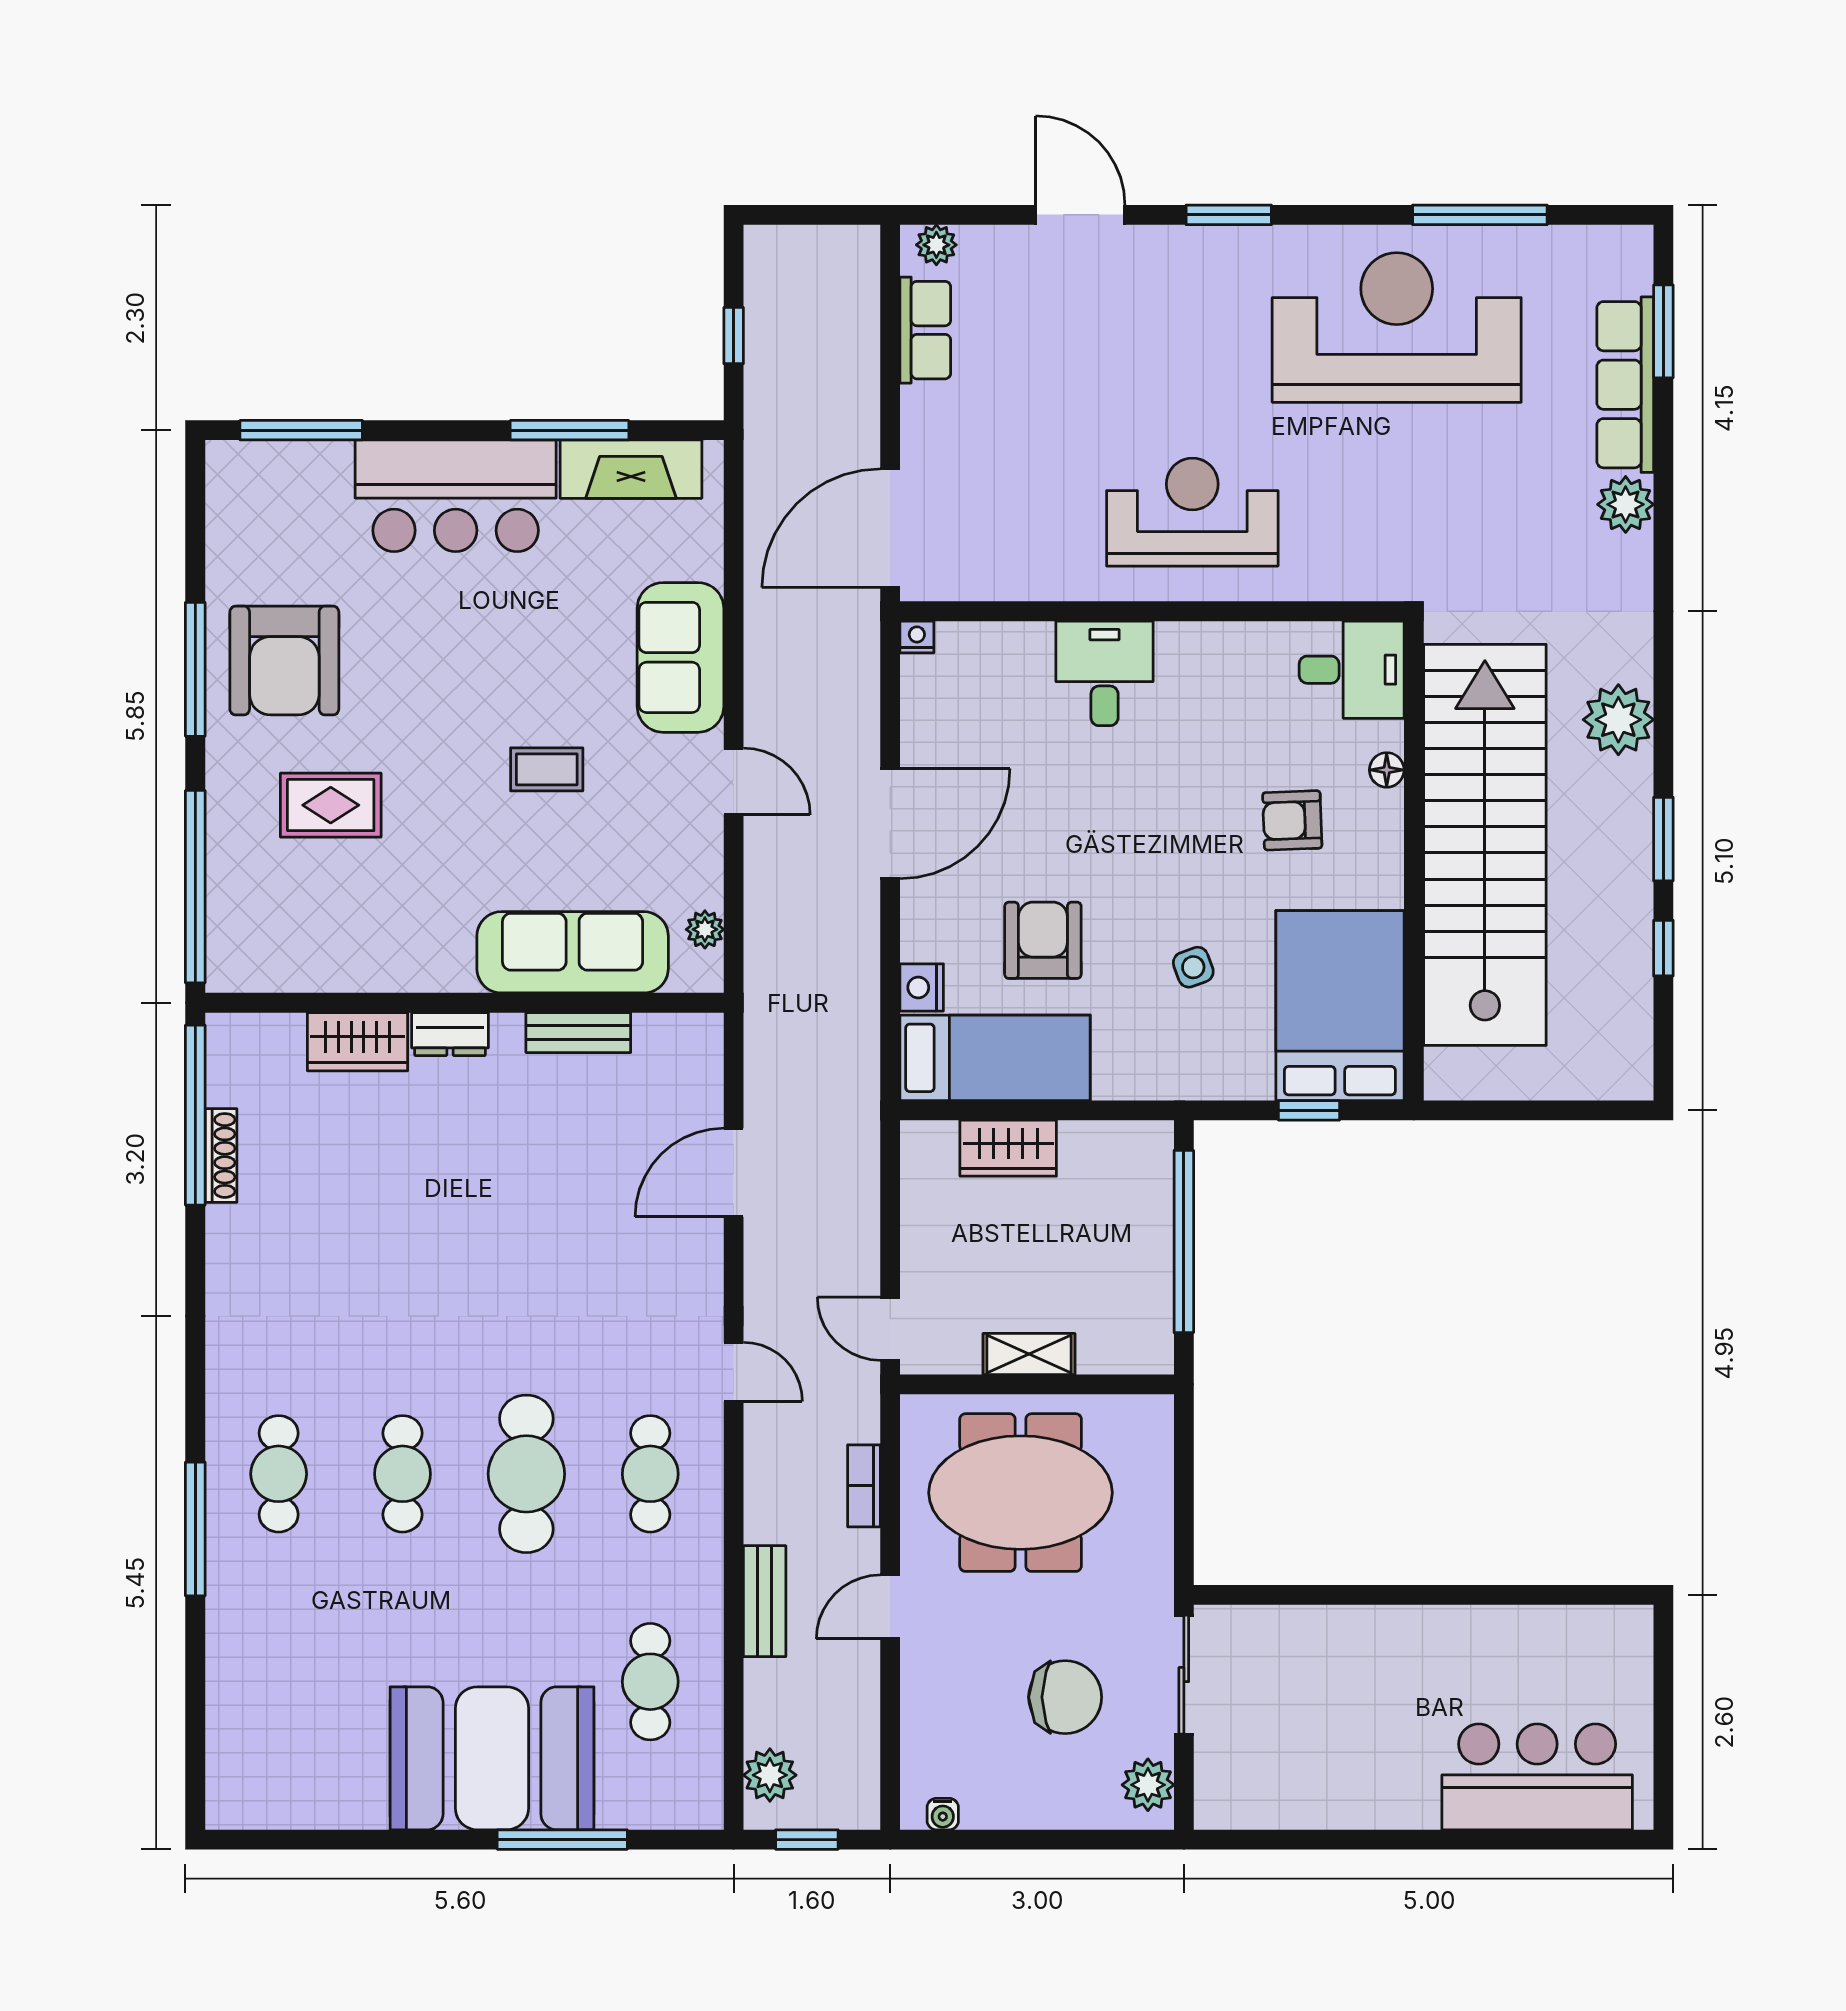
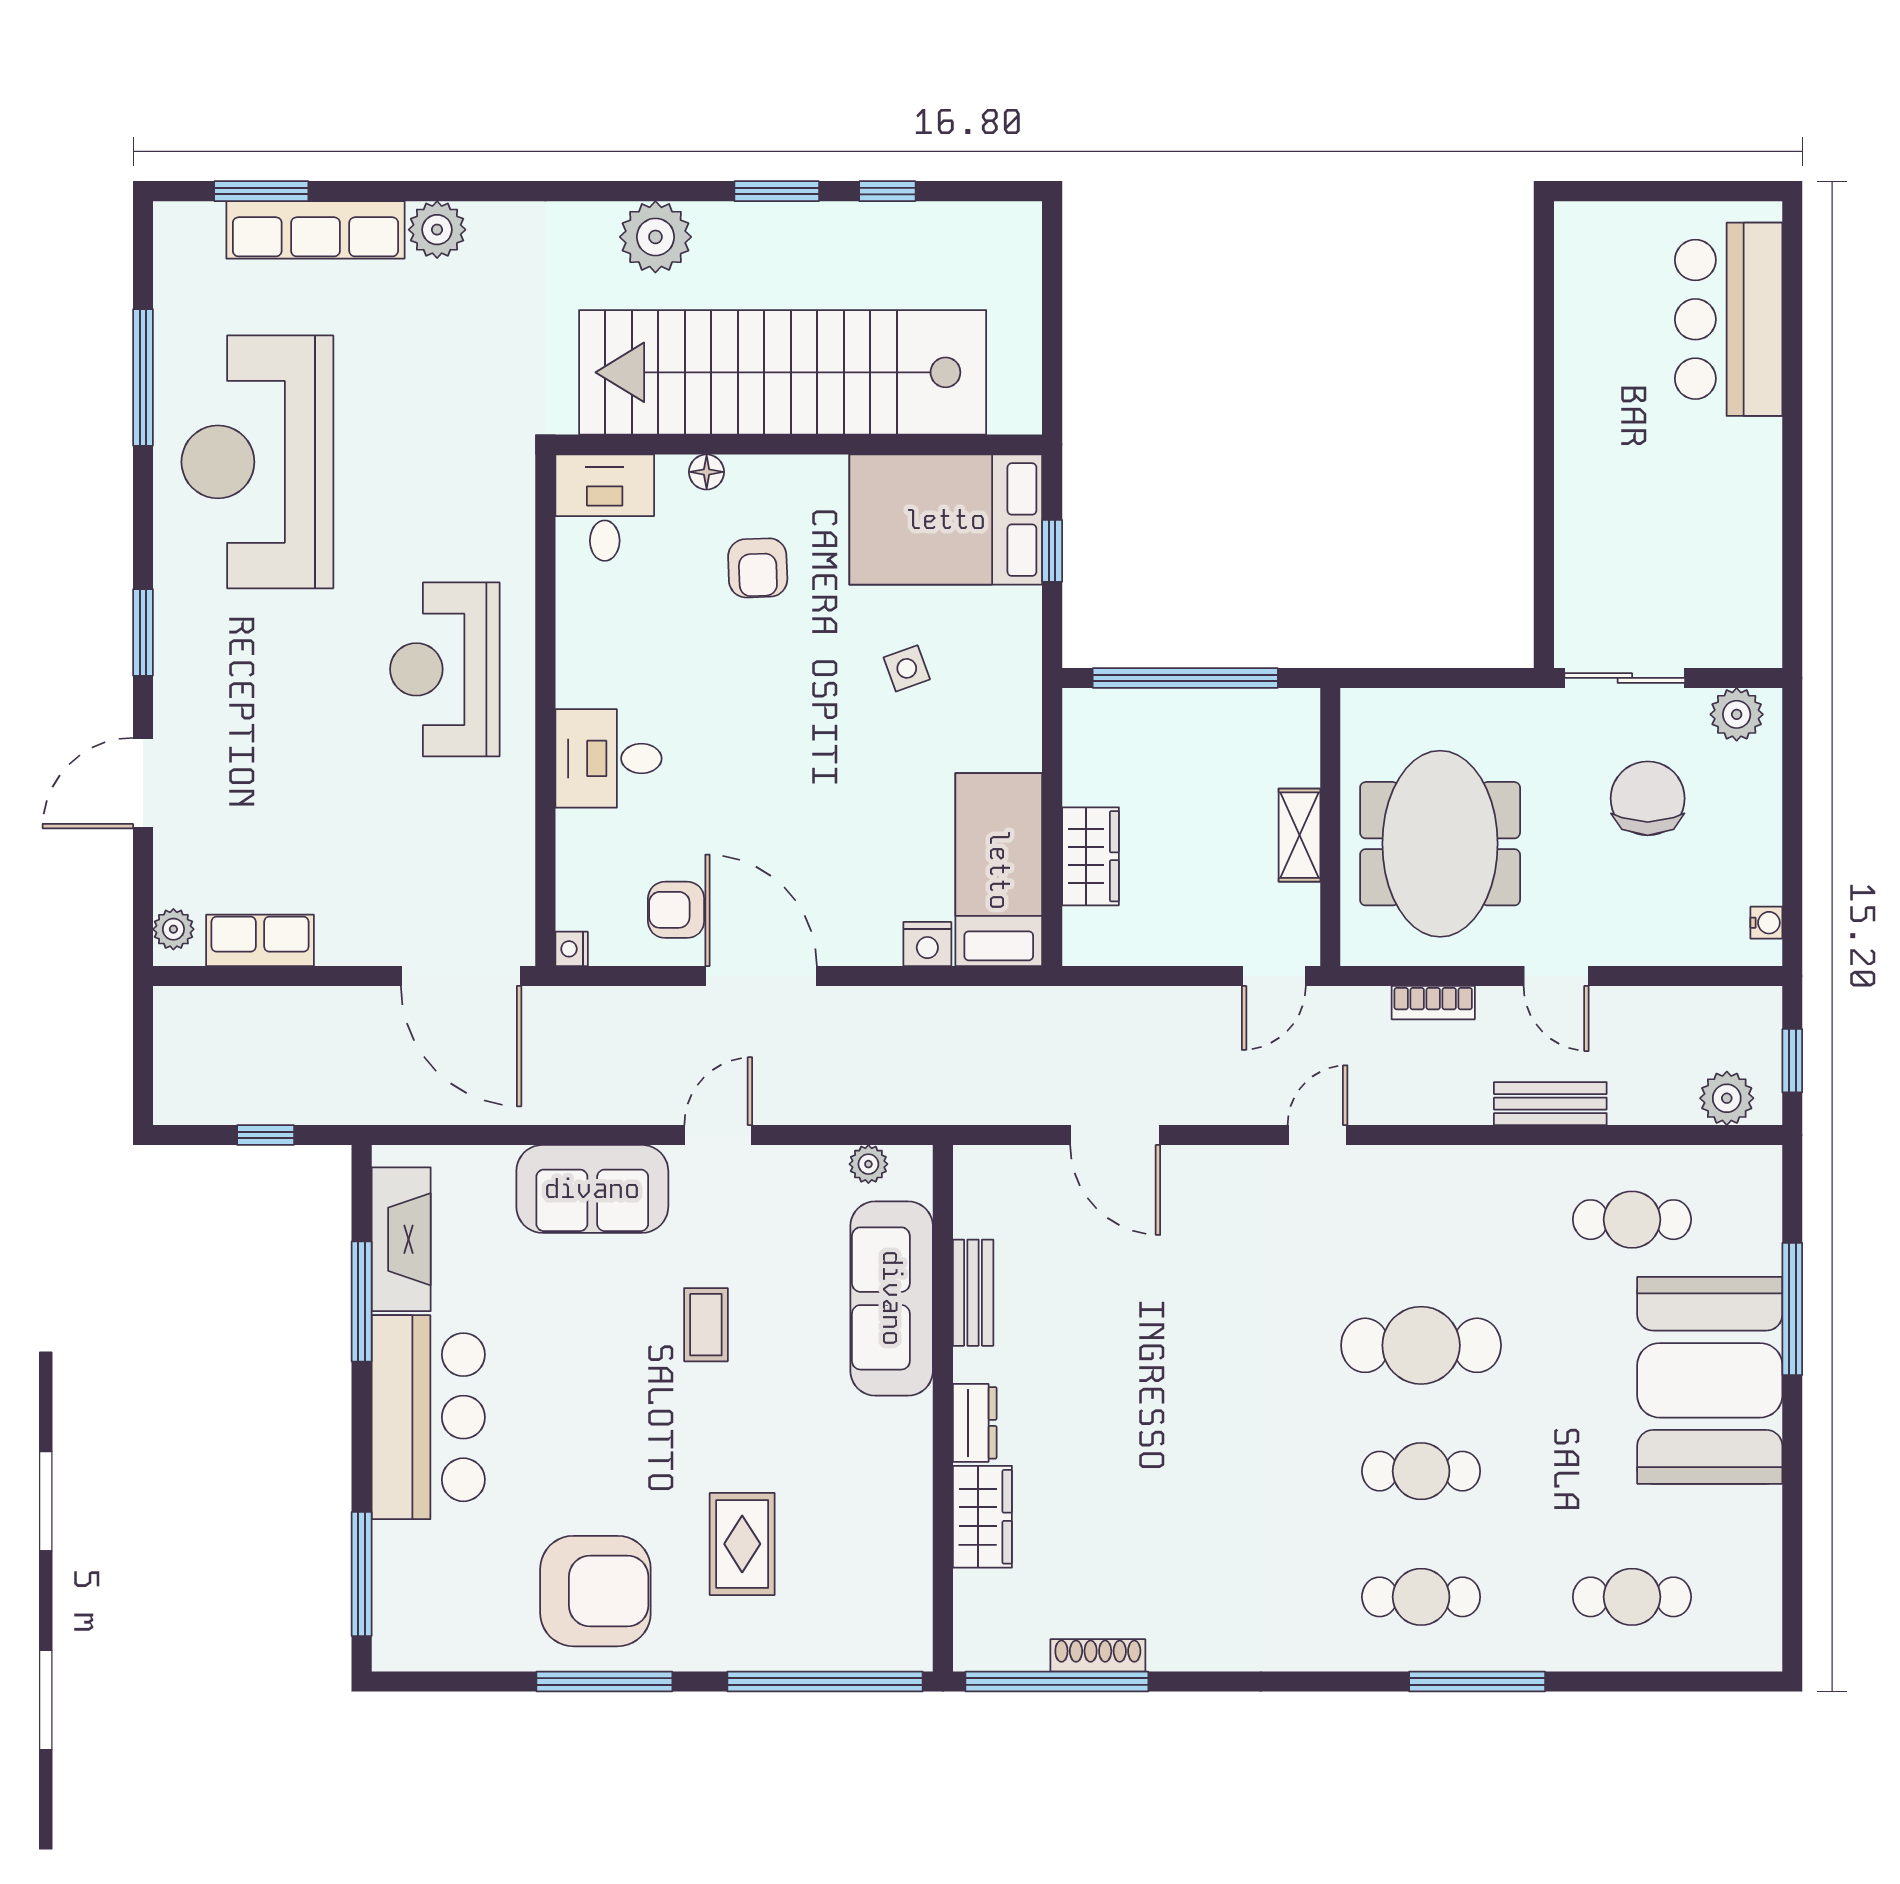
armchair: (1043, 940) -> (676, 910), moved, width x0.72, depth x0.72
cafe table: (650, 1474) -> (1632, 1597), moved

